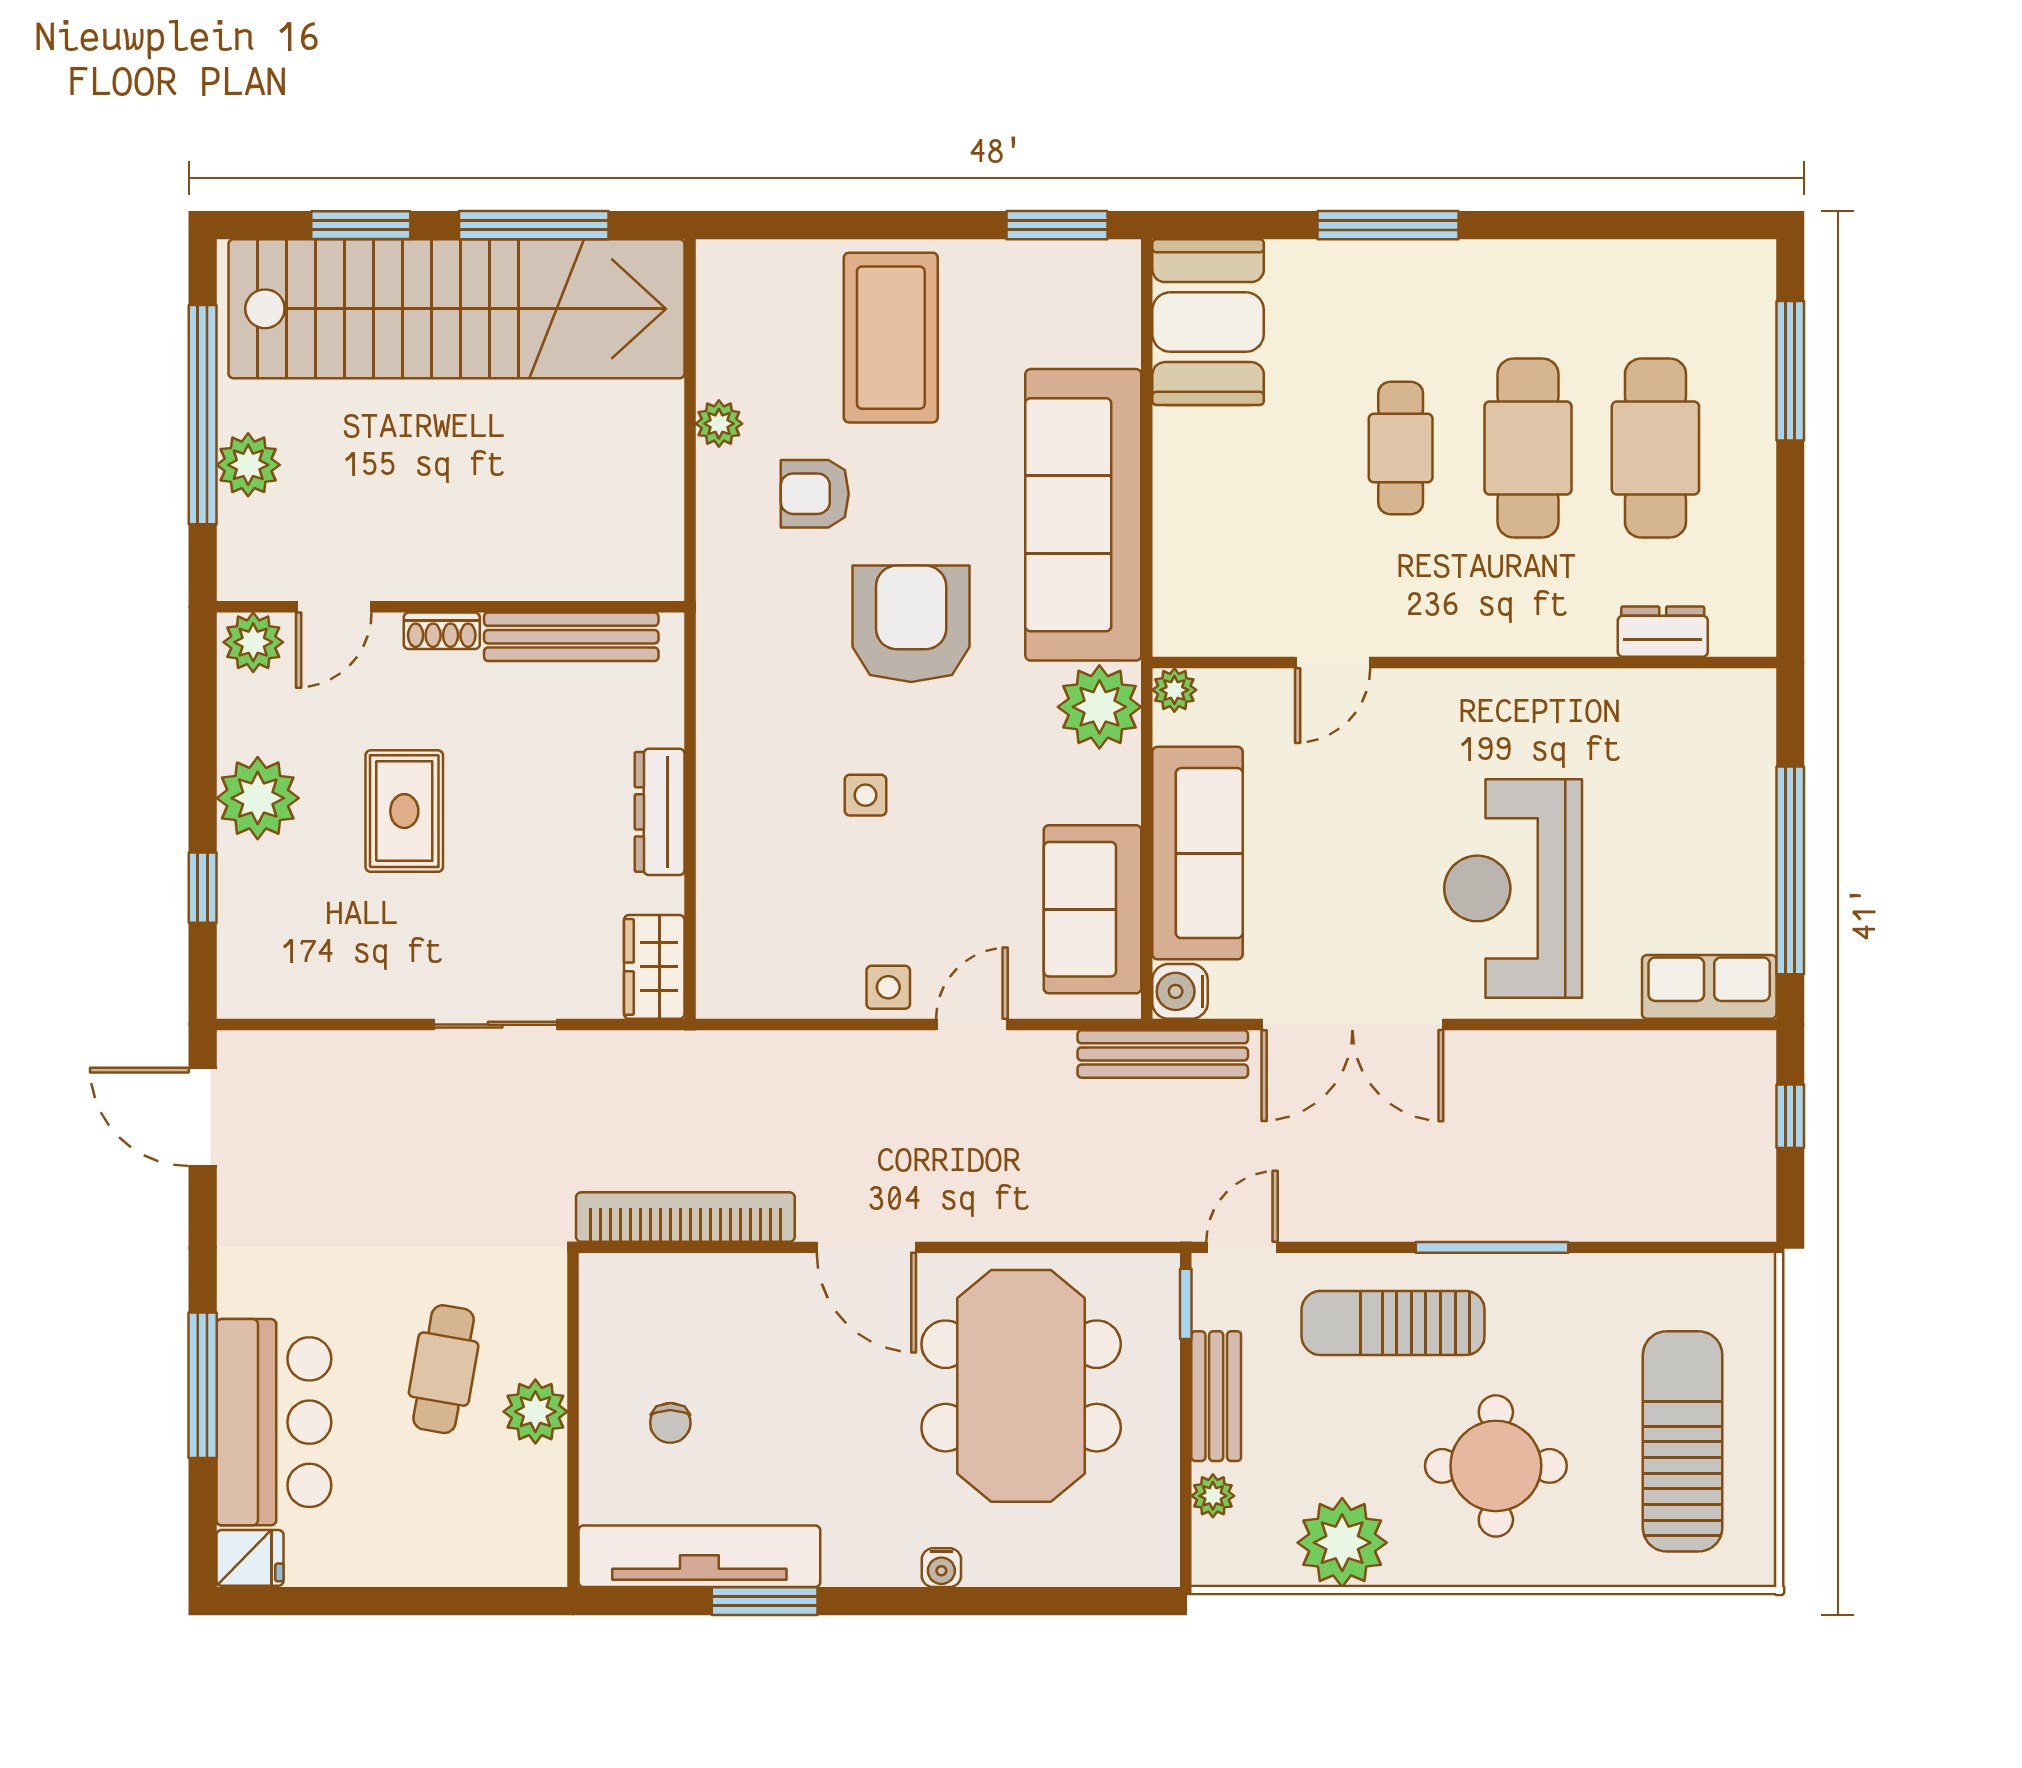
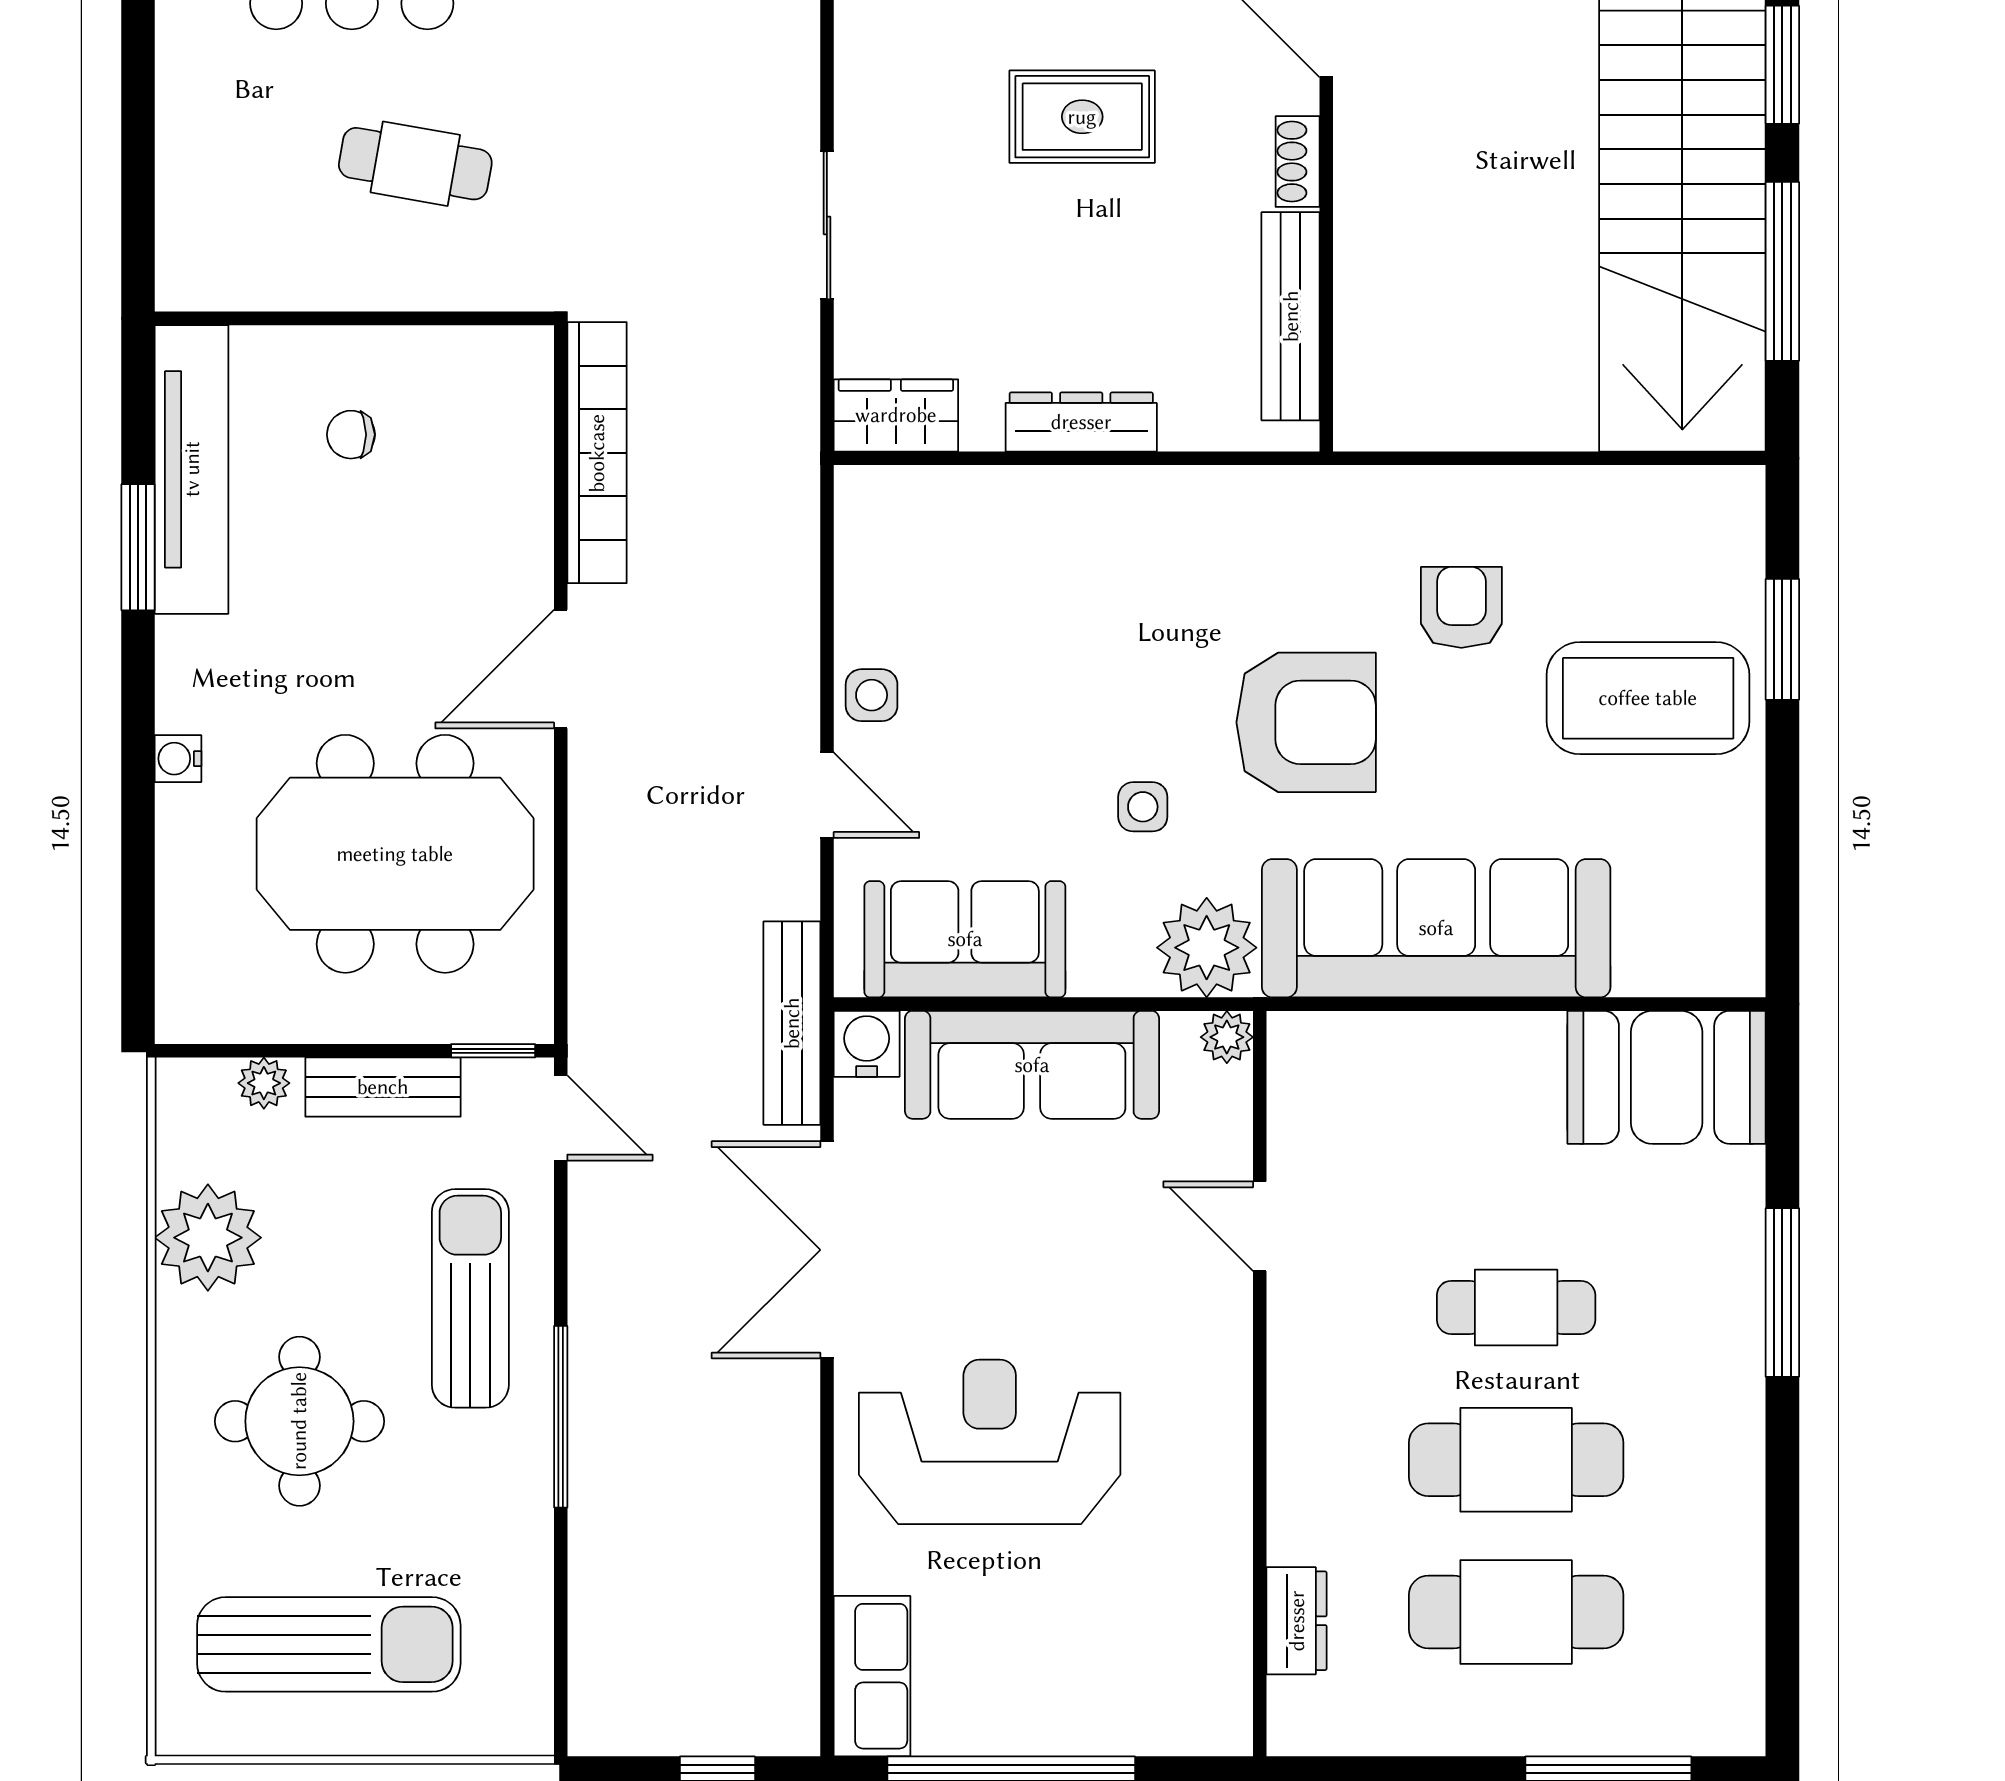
window: (1057, 225) -> (1782, 639), moved
plant: (719, 424) -> (1545, 493), removed
side table: (865, 795) -> (1143, 807), moved
plant: (535, 1412) -> (364, 273), removed

